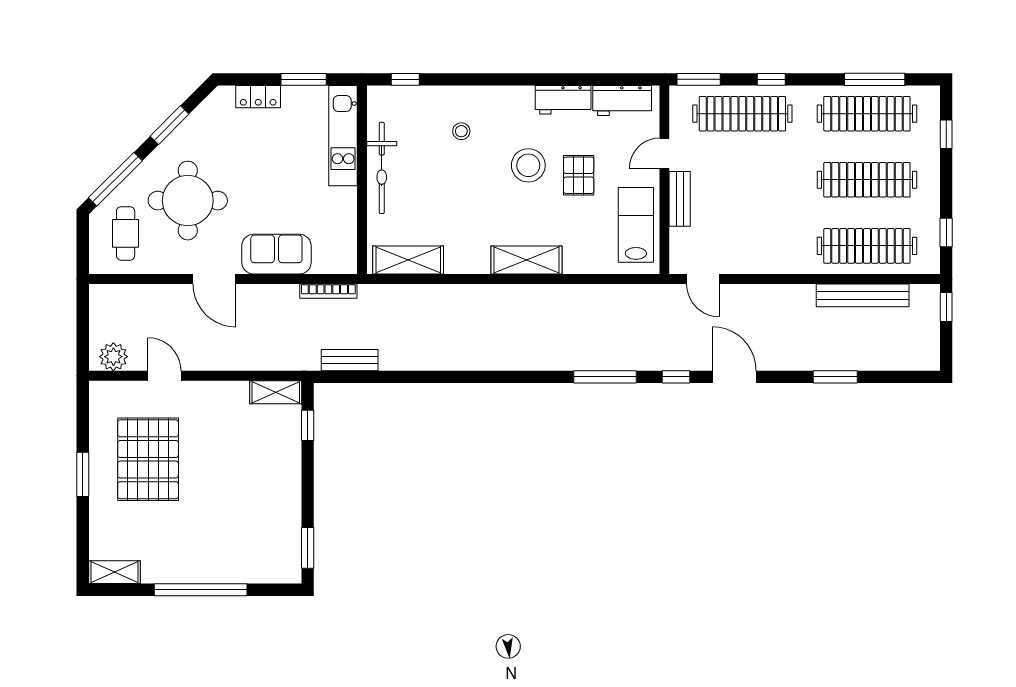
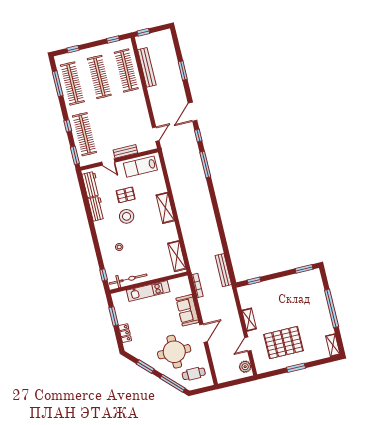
kitchen unit: (343, 136) -> (148, 291), moved
bicycle: (382, 168) -> (128, 279), moved
bench: (350, 360) -> (223, 270), width x1.36
shelving: (276, 392) -> (249, 320), moved

